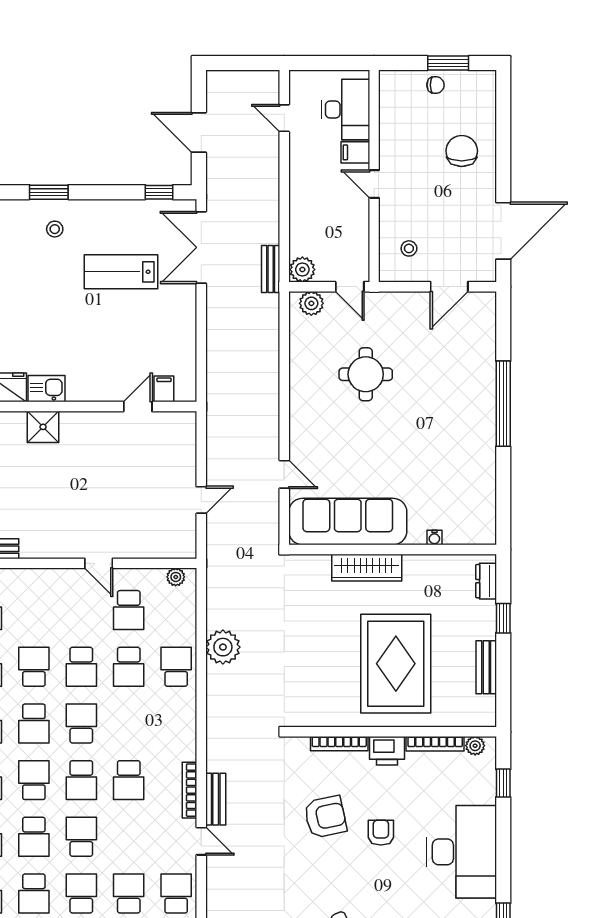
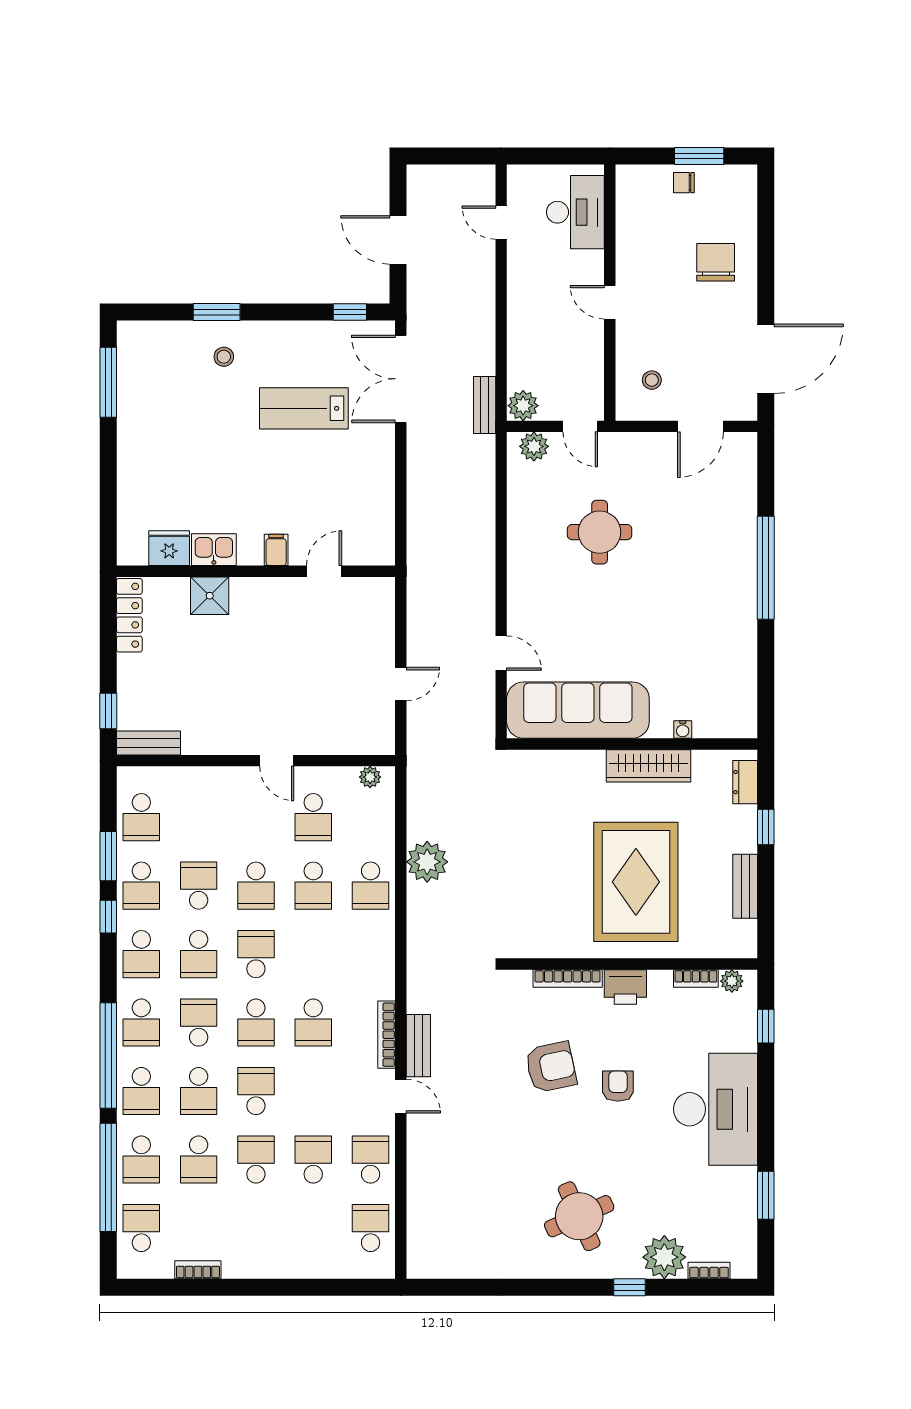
chair: (435, 85) -> (684, 183), turned 180
filing cabinet: (355, 152) -> (587, 264), removed
filing cabinet: (164, 389) -> (276, 550), moved
wardrobe: (367, 568) -> (649, 766), moved
school desk: (176, 667) -> (371, 886), turned 180
bookcase: (435, 744) -> (696, 979), width x0.64

